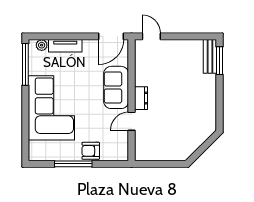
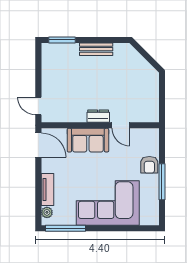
door: (151, 36) -> (38, 106), hinge flipped
bench: (210, 56) -> (96, 49), moved

